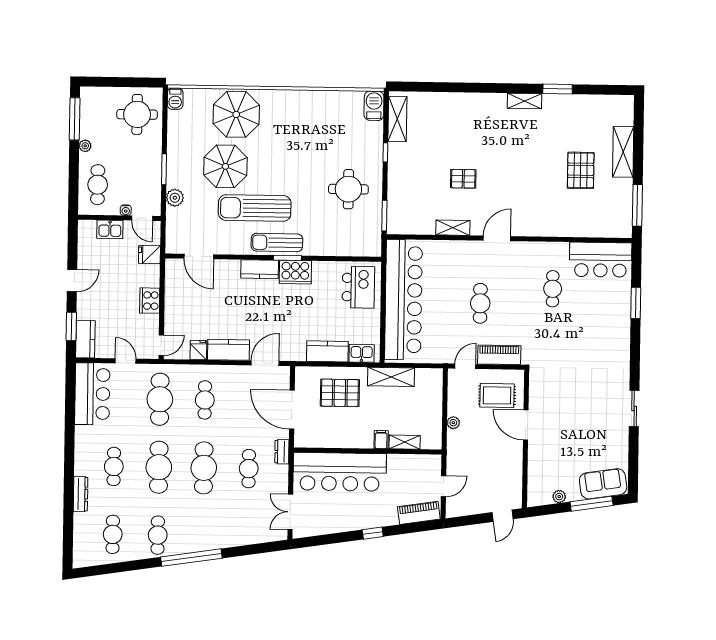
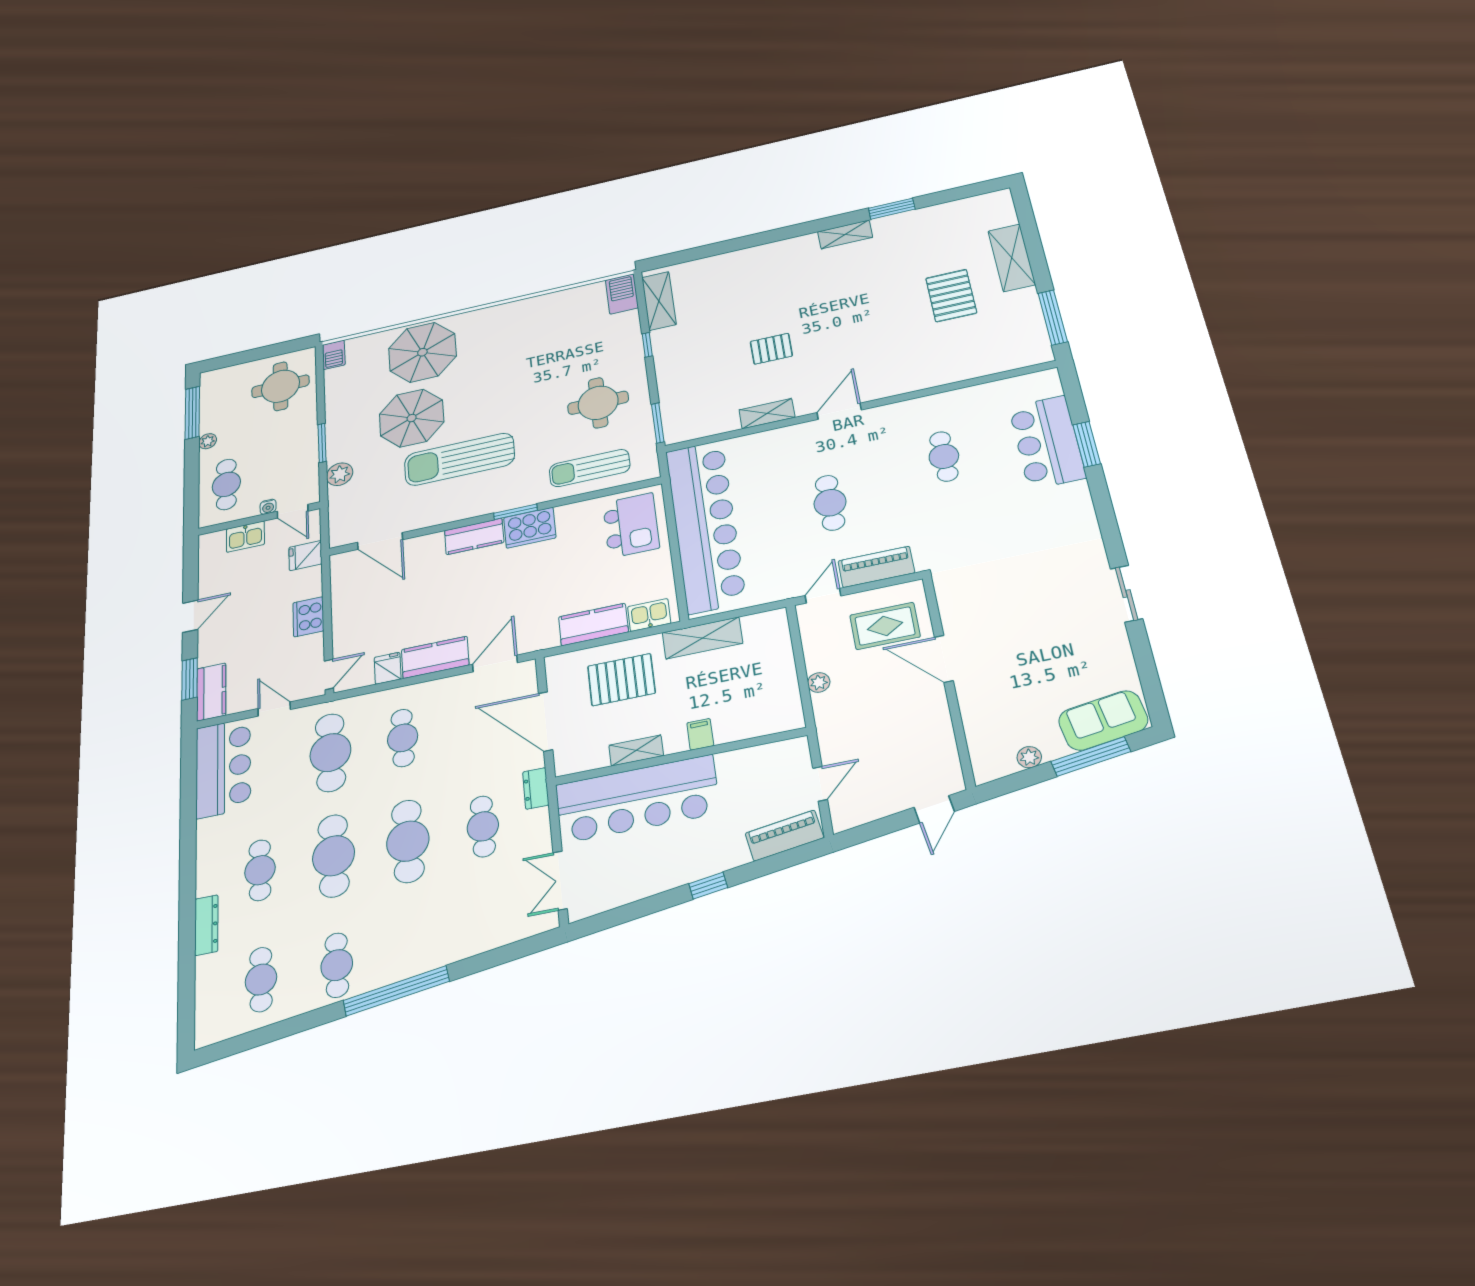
sun lounger: (277, 243) -> (590, 468), moved
bar counter: (601, 260) -> (1047, 442), moved, turned 90
shelving: (405, 442) -> (636, 751), moved

